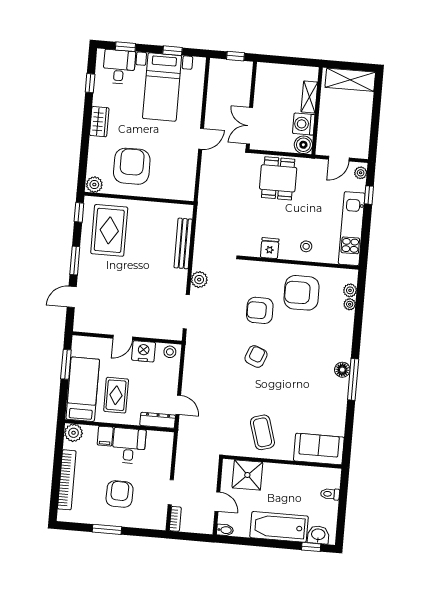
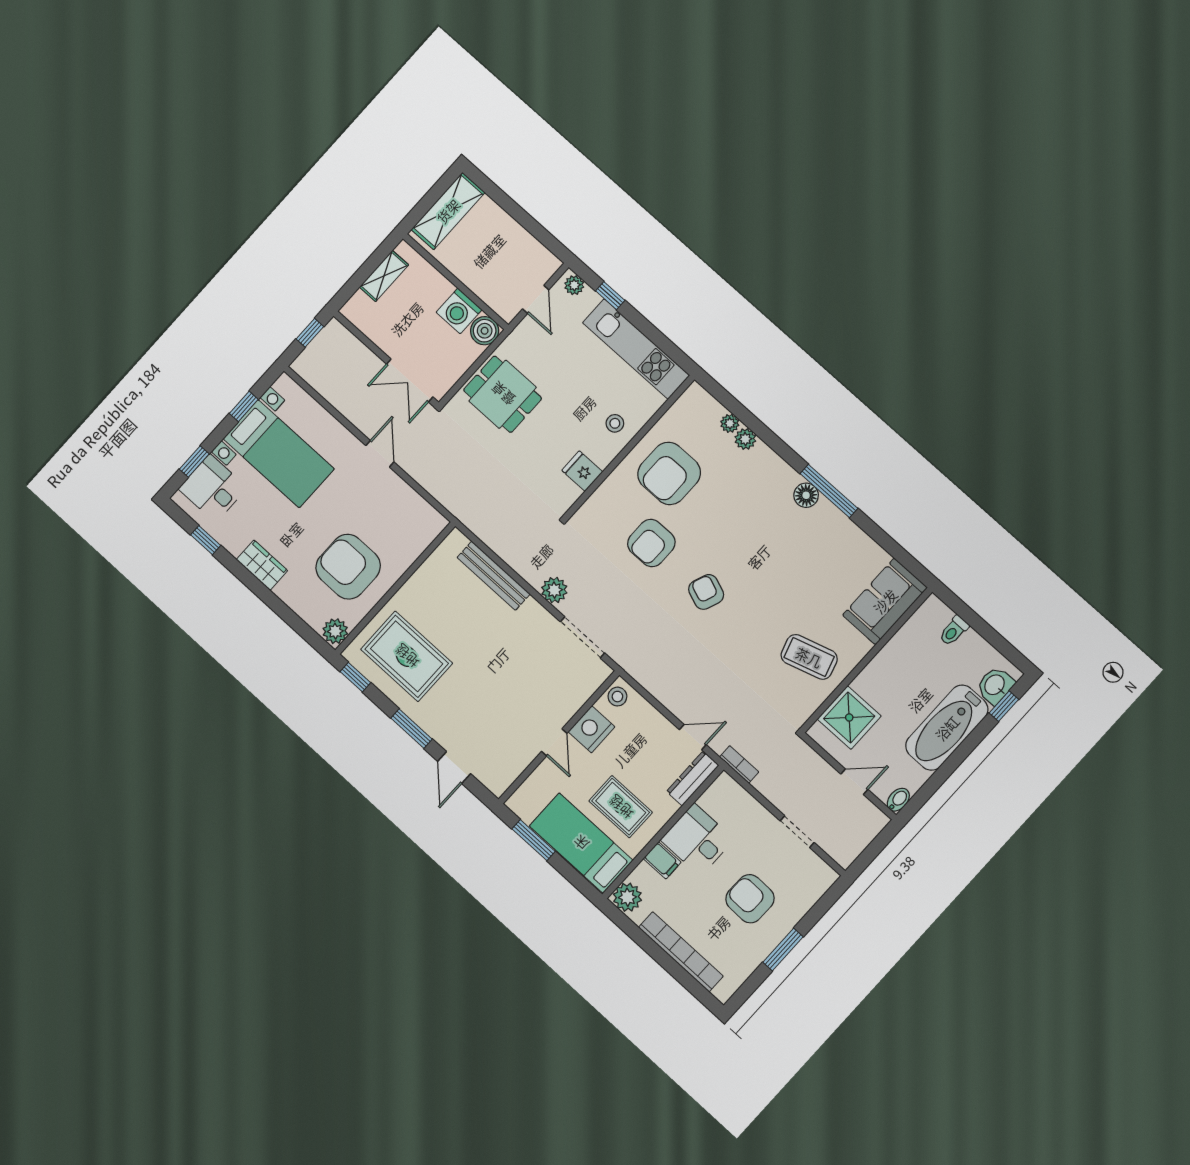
shelving: (309, 97) -> (384, 276), moved, turned 90
plant: (350, 290) -> (745, 439), moved
bookcase: (175, 519) -> (739, 764), moved

